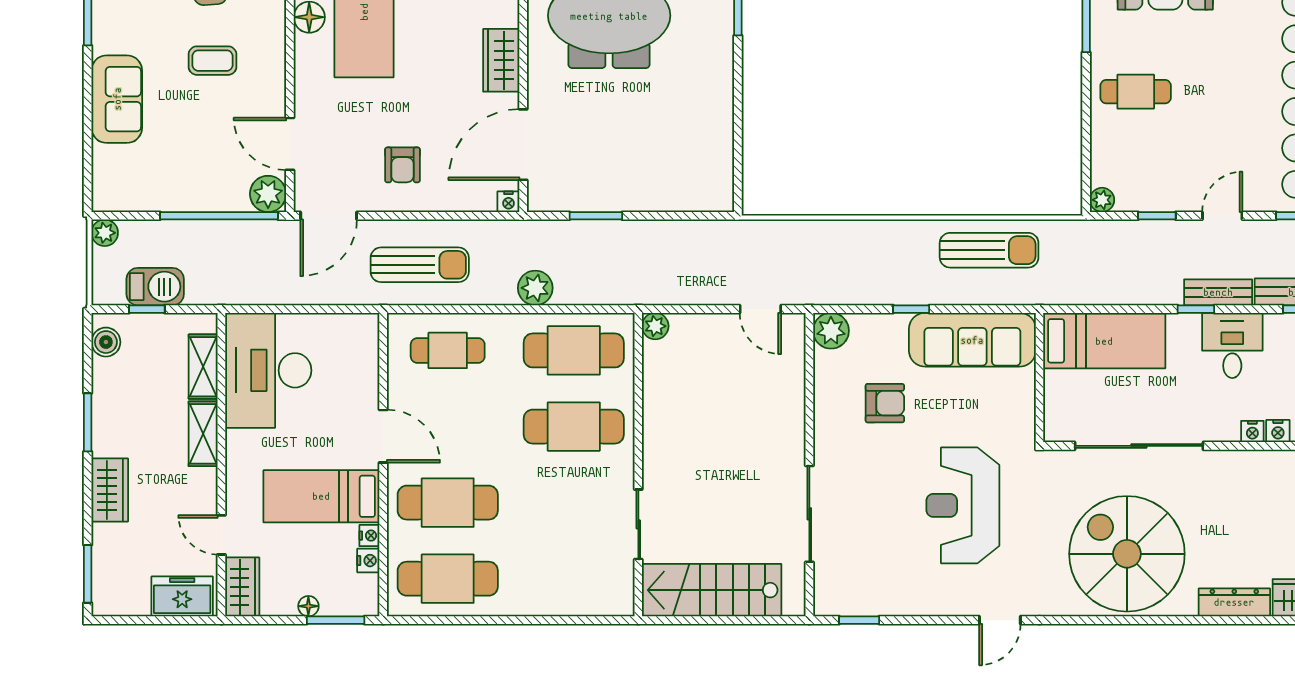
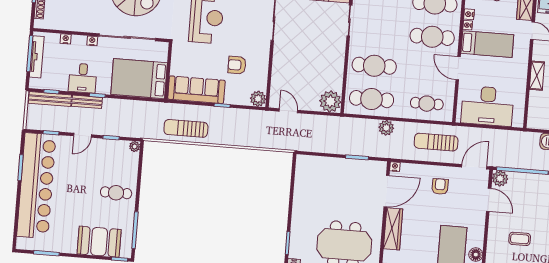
wardrobe: (501, 60) -> (393, 229), width x1.50
plant: (655, 326) -> (330, 101), width x1.87, depth x1.87
bed: (1104, 341) -> (139, 79), width x1.50
shelving: (203, 367) -> (535, 105), removed
desk: (268, 370) -> (487, 106), moved, turned 90
nightstand: (1252, 431) -> (92, 41), moved

